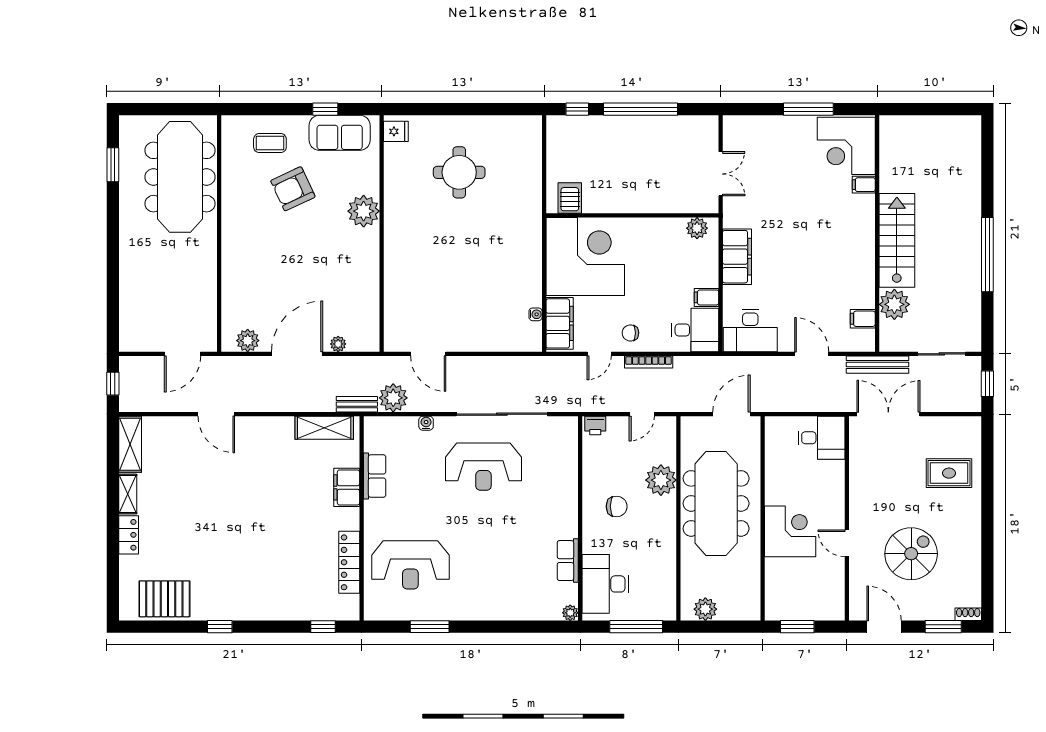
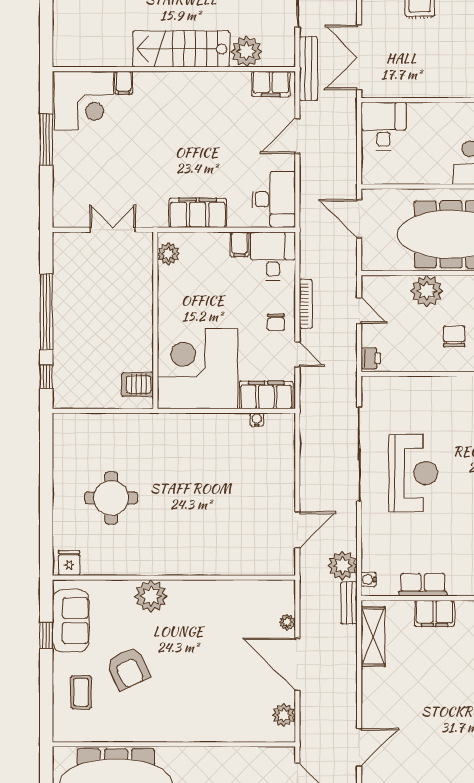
filing cabinet: (863, 319) -> (271, 84), width x2.00
water cooler: (426, 423) -> (369, 580), moved

